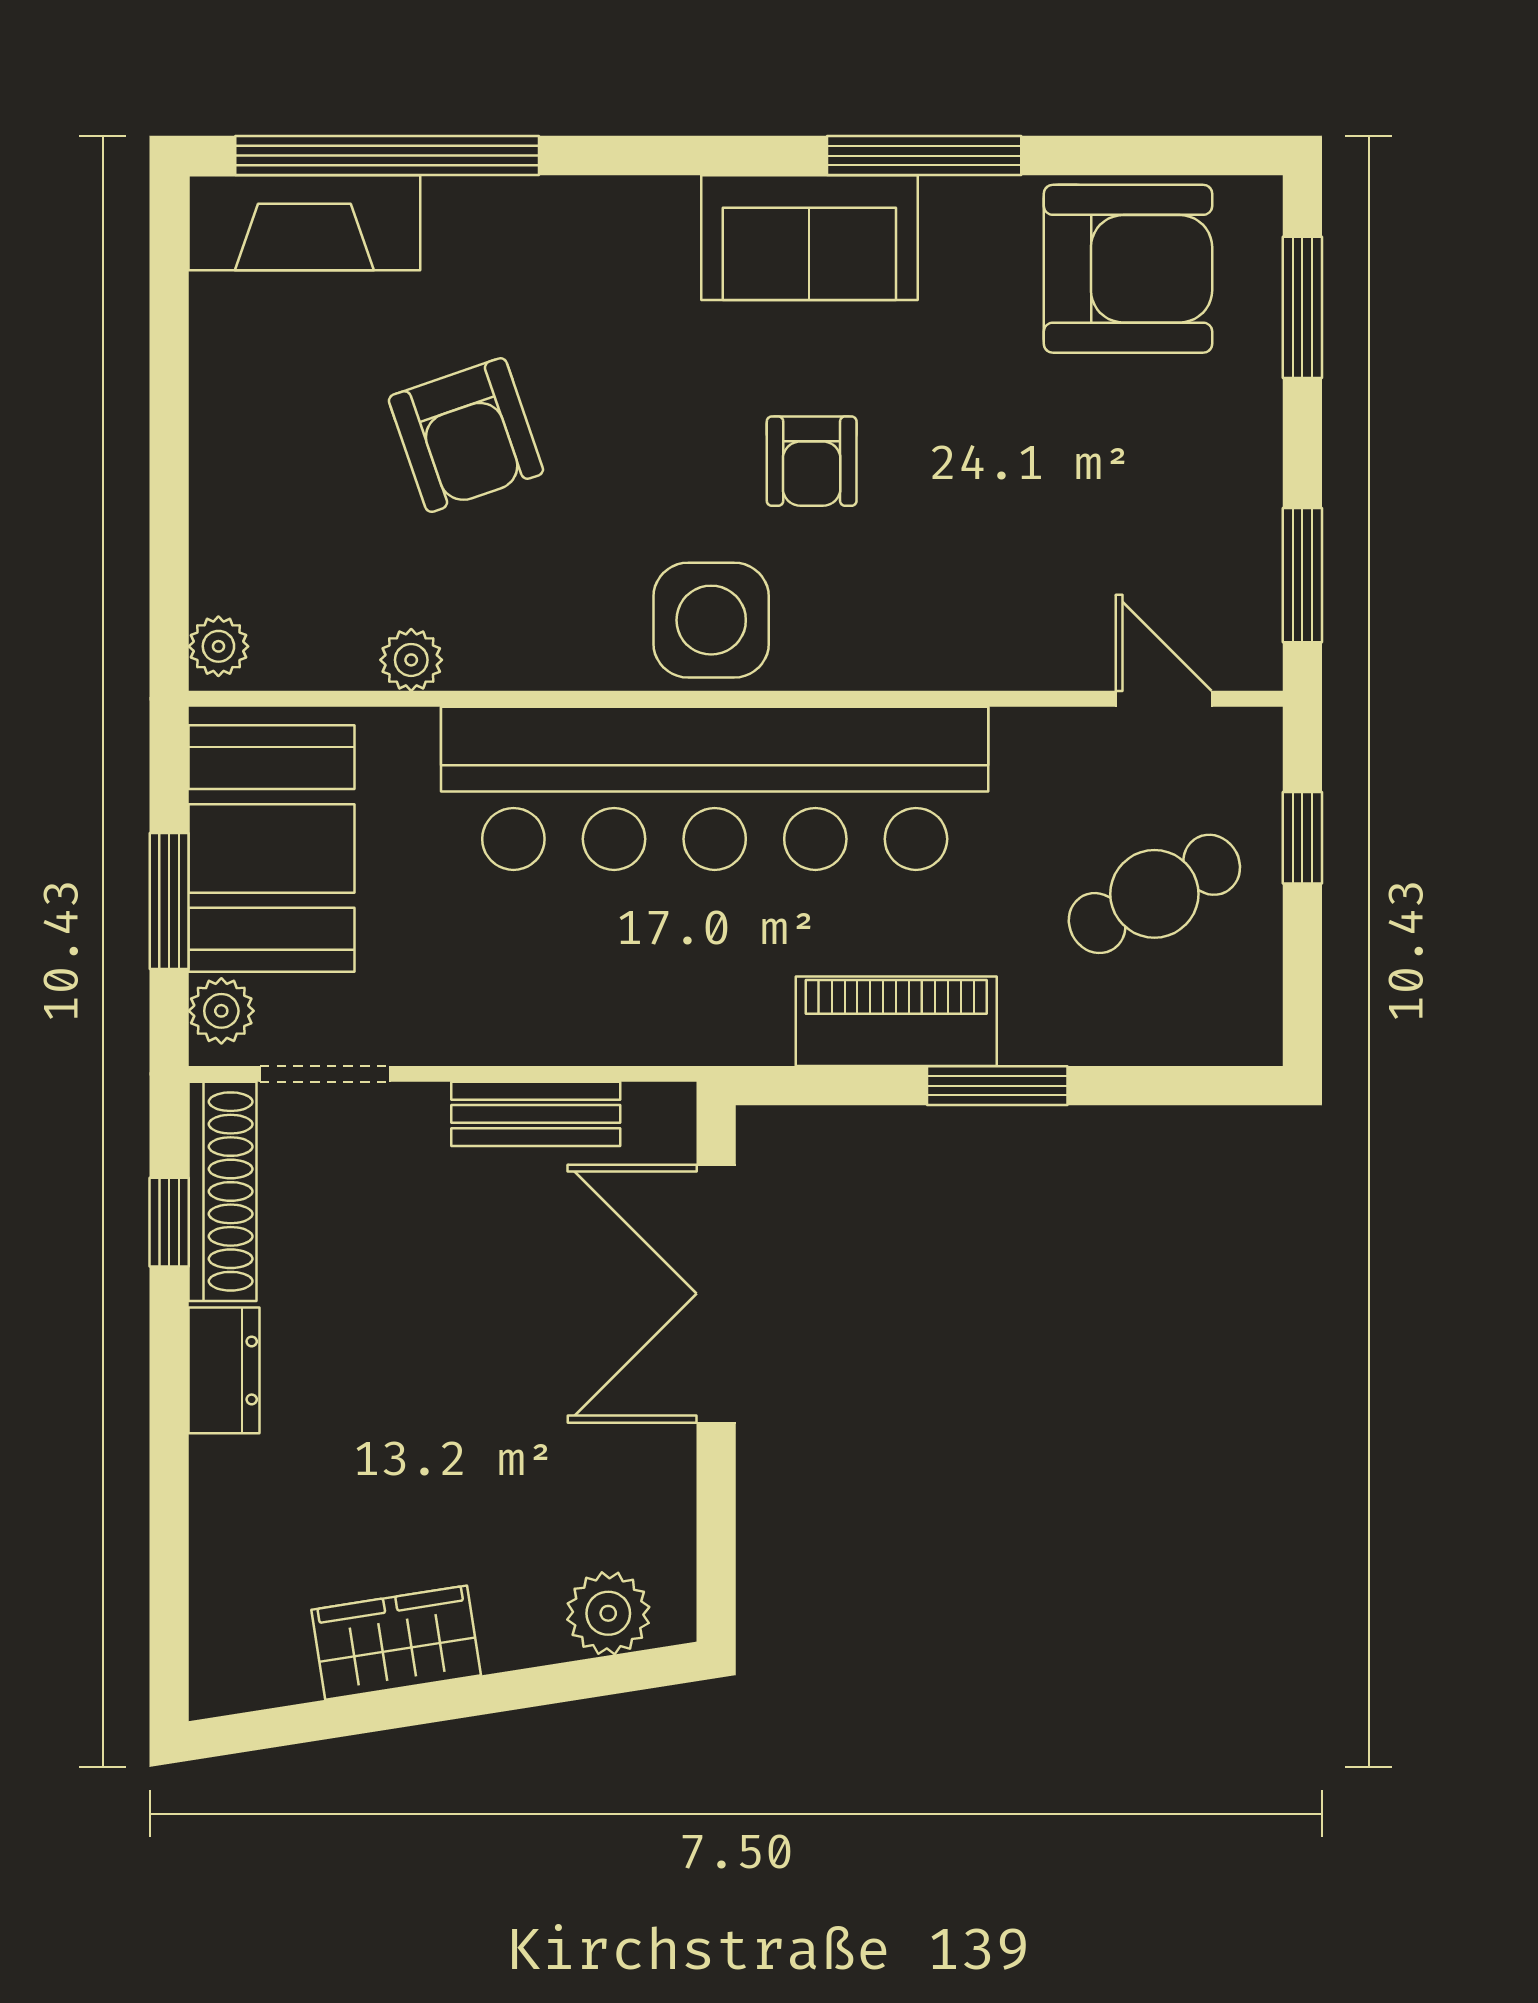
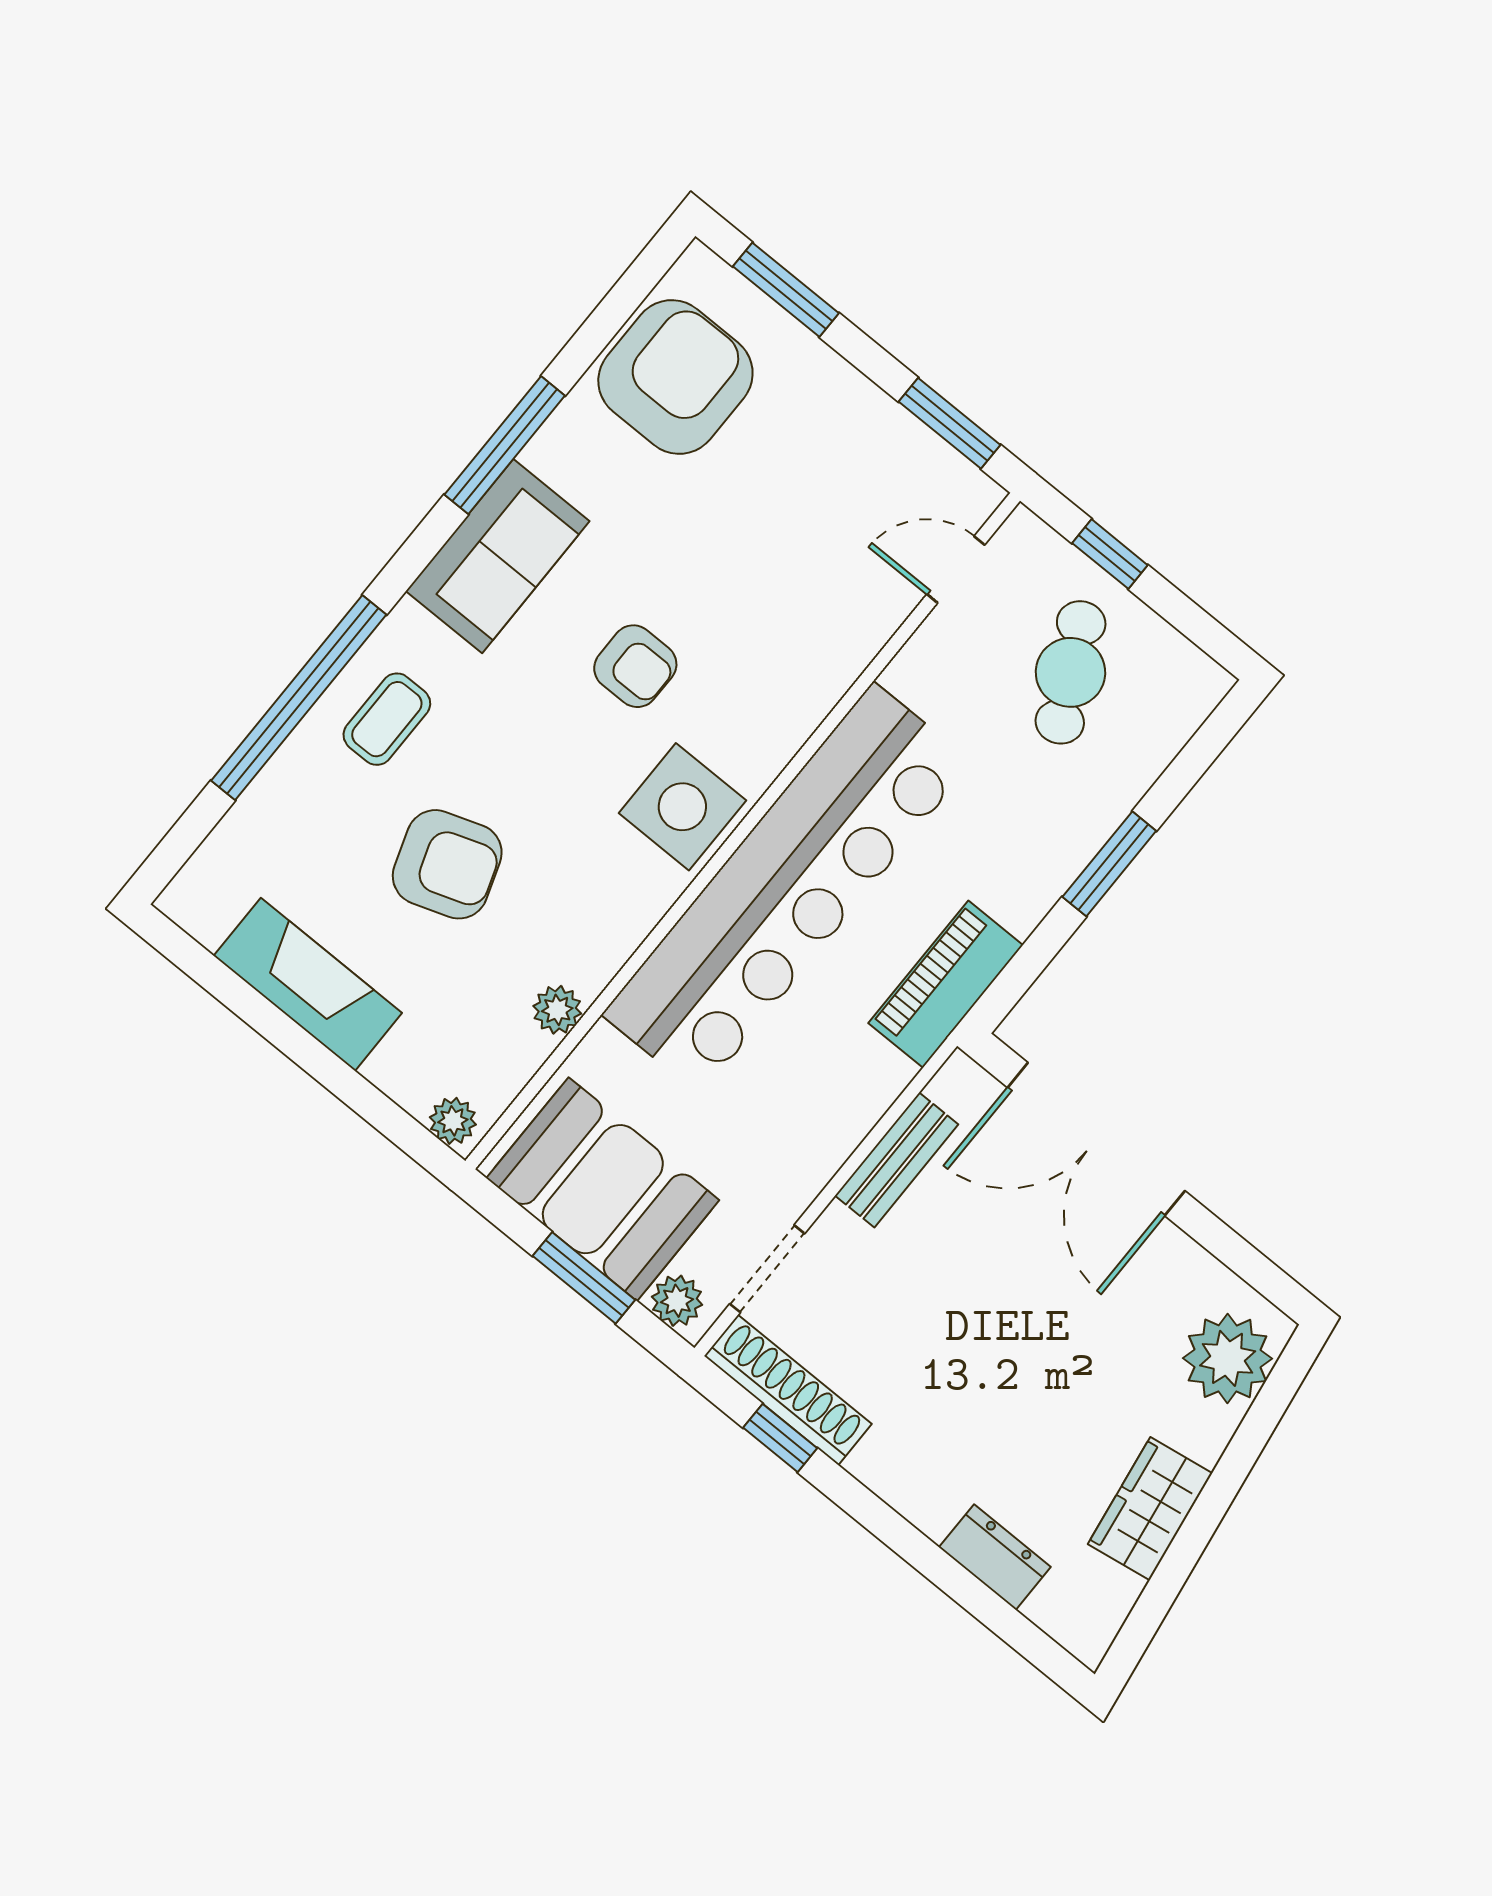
window: (387, 156) -> (299, 698), moved
fireplace: (304, 223) -> (308, 984), moved, turned -90
coffee table: (560, 259) -> (387, 719), added
piano: (896, 1021) -> (946, 984), moved
dresser: (224, 1370) -> (995, 1557), moved
plant: (608, 1613) -> (1228, 1358), width x1.36, depth x1.36

